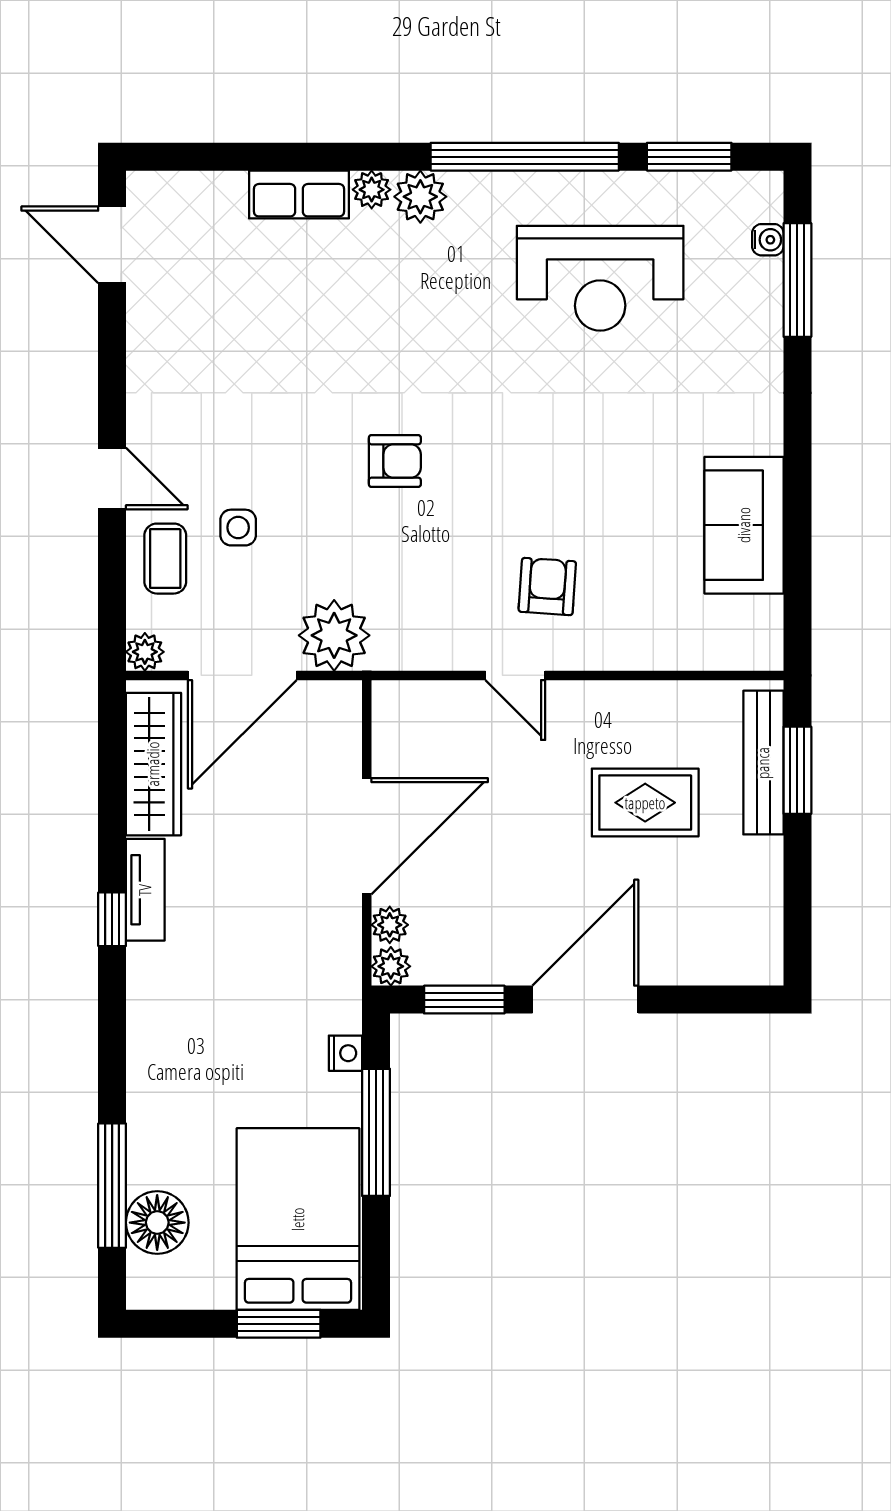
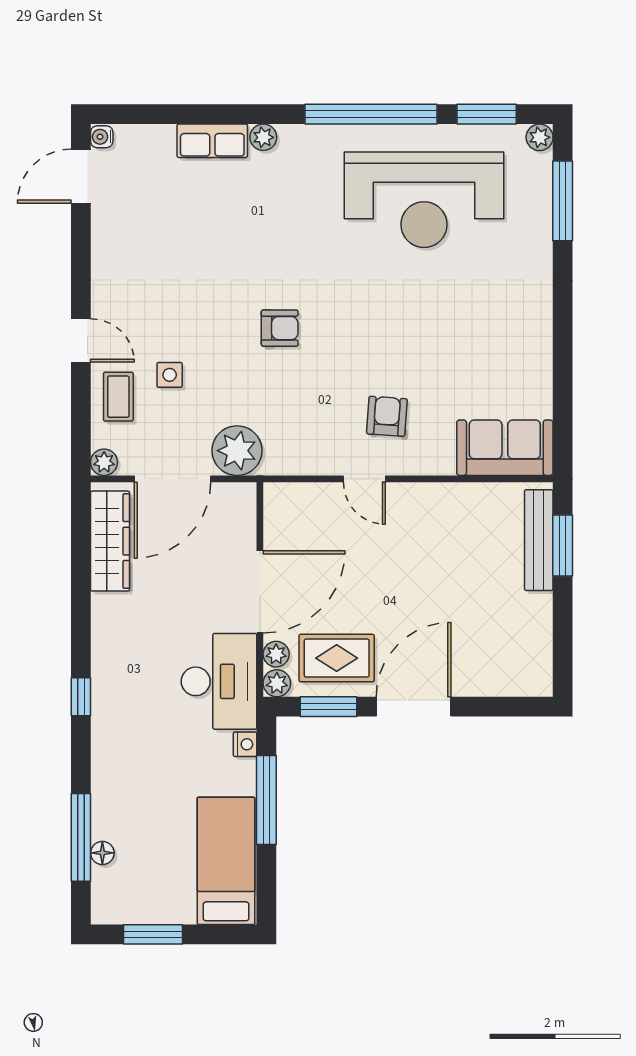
plant: (420, 197) -> (540, 137), moved, width x0.73, depth x0.73
water cooler: (768, 240) -> (102, 137), moved, turned 180
door: (112, 245) -> (81, 176), hinge flipped
reception desk: (600, 278) -> (424, 200), width x1.36, depth x1.30
sofa: (744, 525) -> (505, 448), moved, turned 90
rug: (645, 803) -> (337, 658), moved
tv unit: (145, 890) -> (104, 629), removed
window: (112, 919) -> (81, 697), moved
desk: (308, 964) -> (219, 681), added
bed: (298, 1219) -> (226, 861), width x0.67
floor lamp: (157, 1223) -> (102, 853), width x0.53, depth x0.53
window: (279, 1324) -> (153, 934), moved

